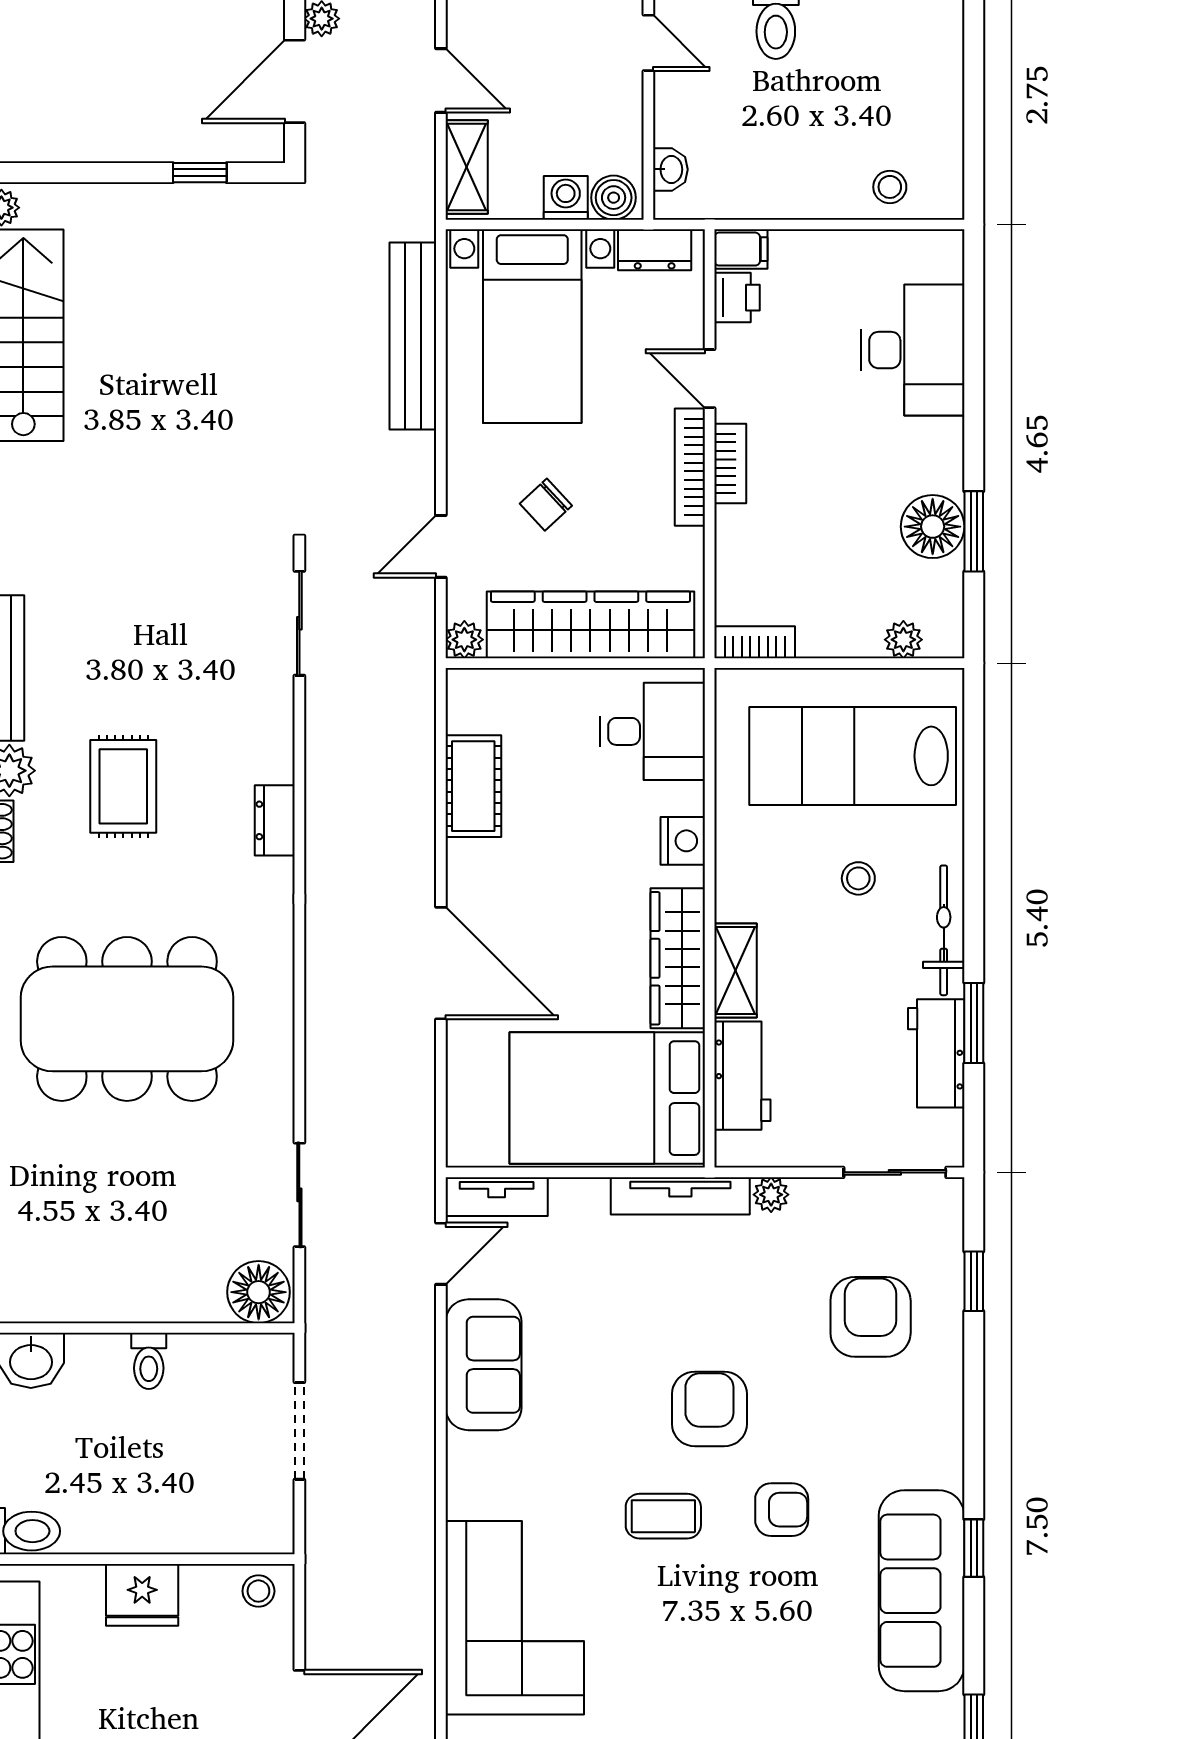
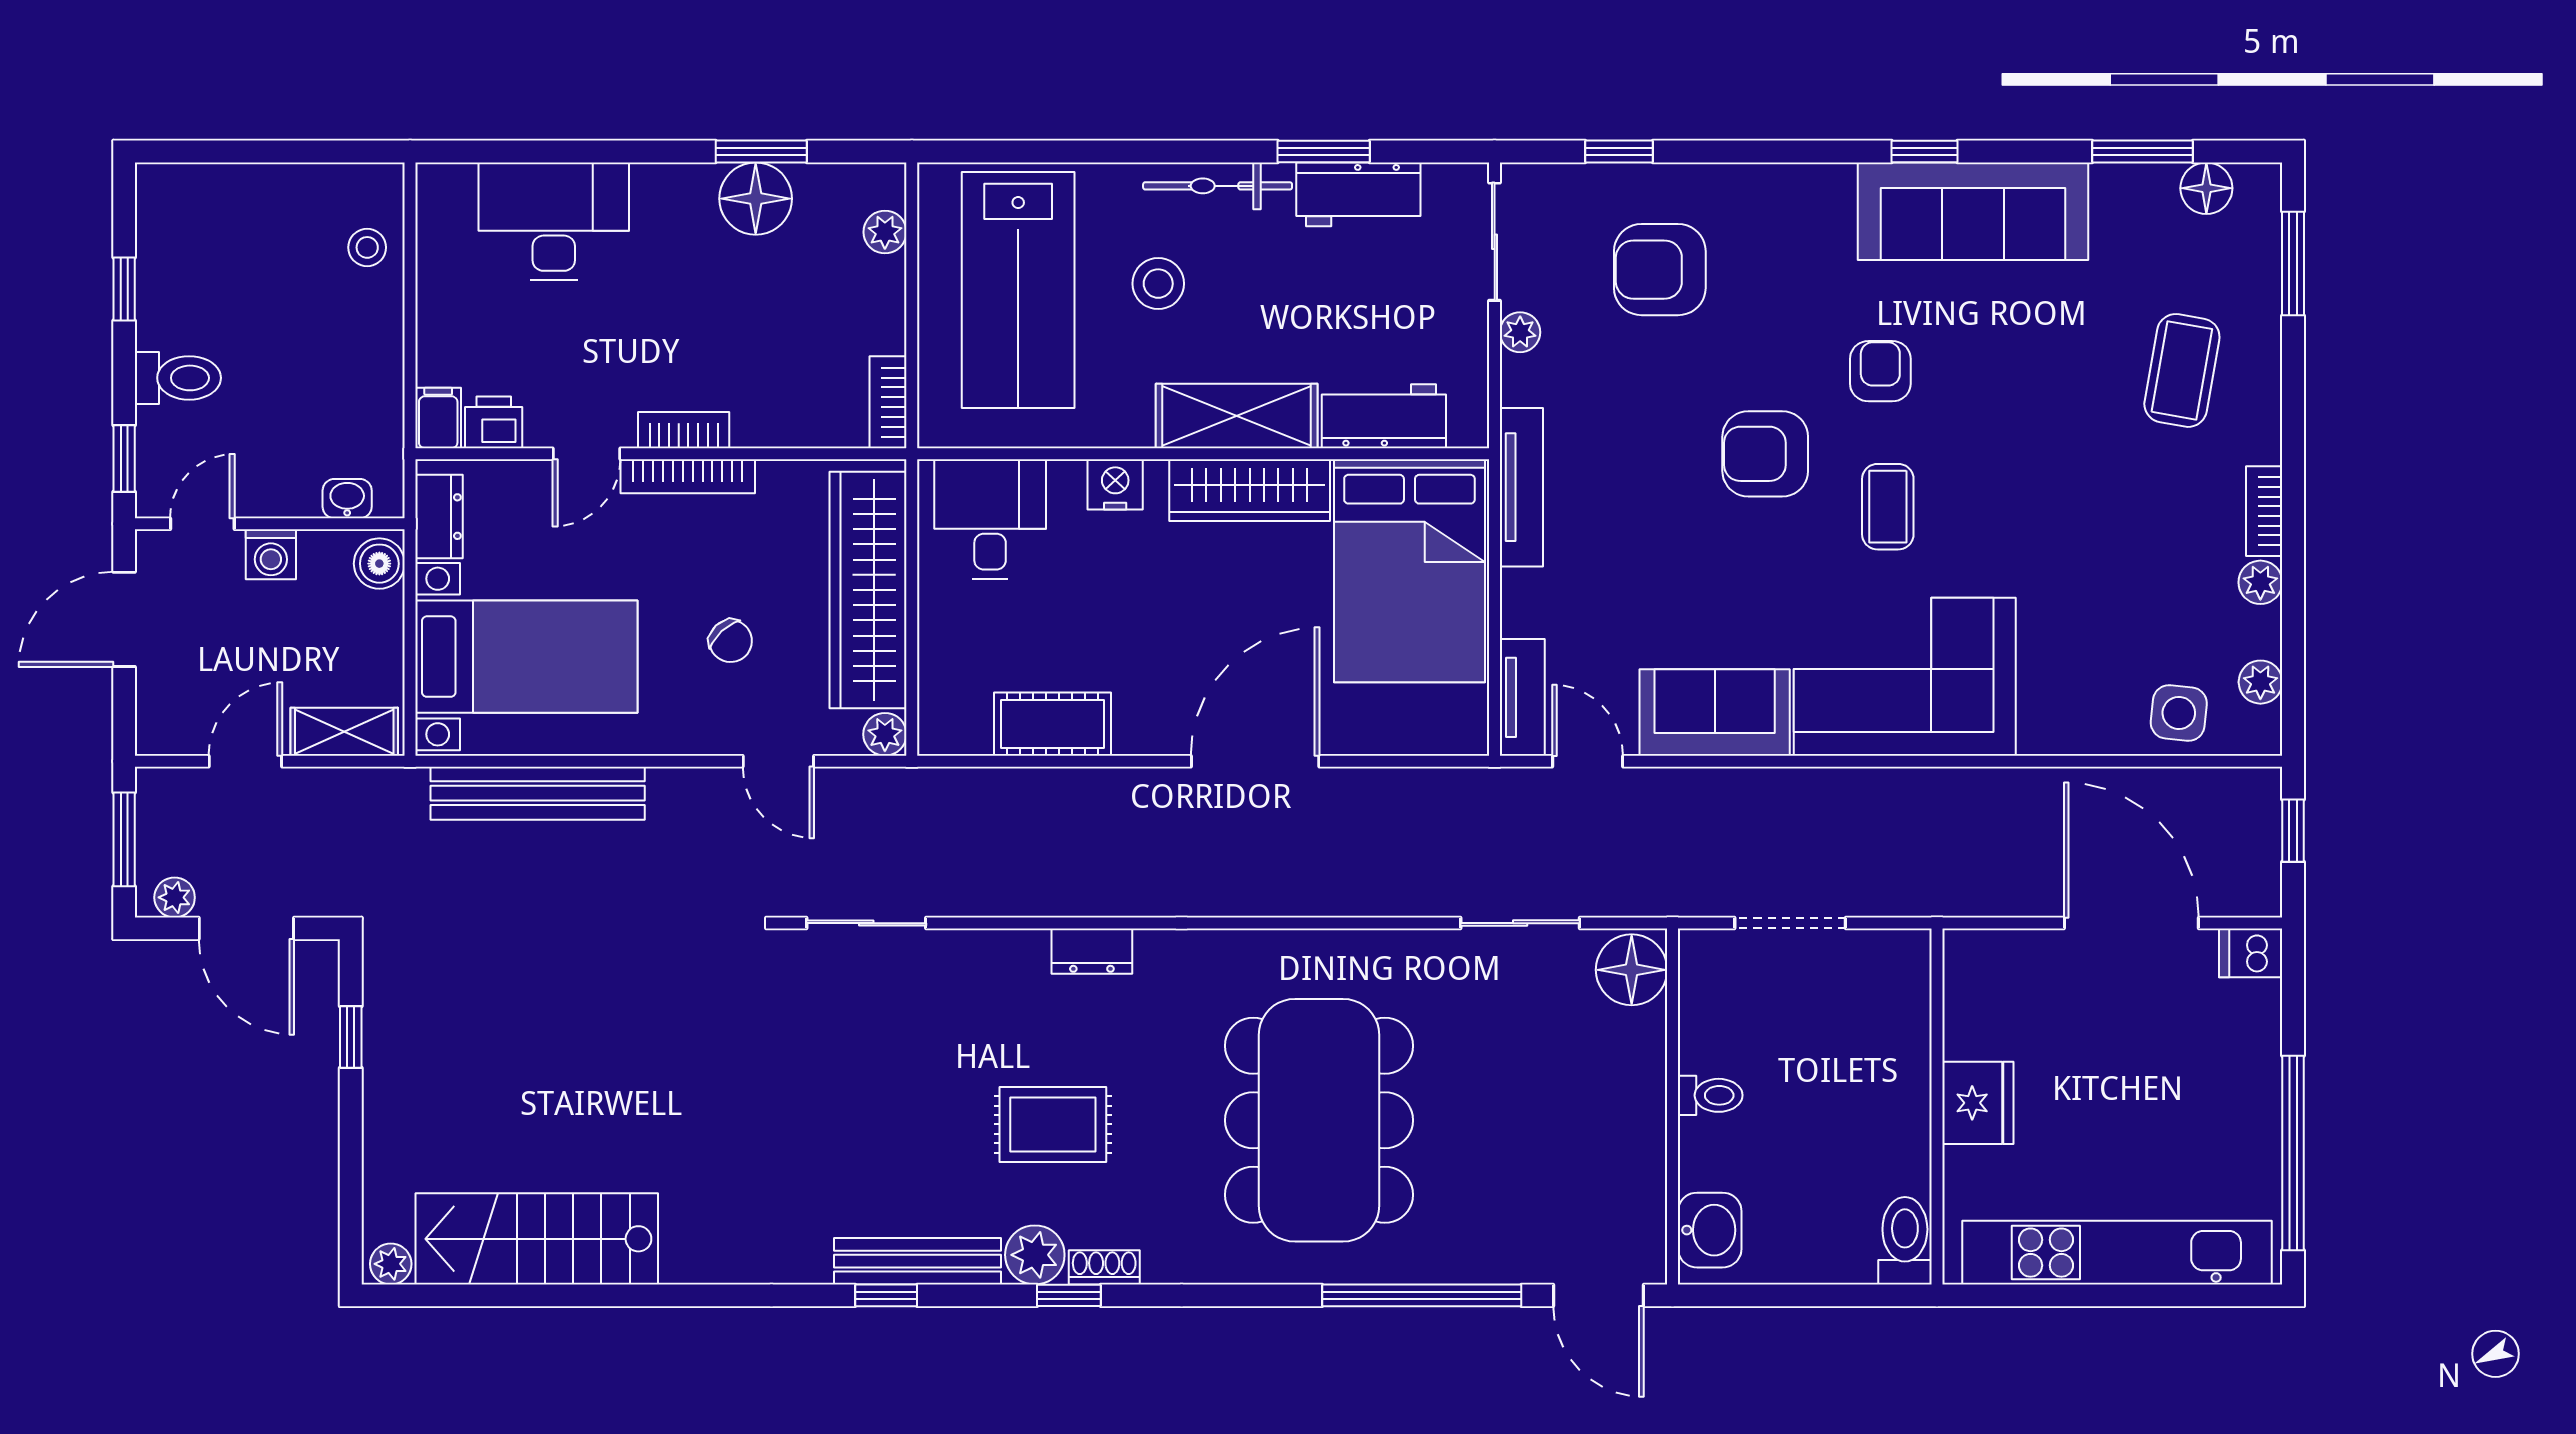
washing machine: (566, 198) -> (271, 554), moved, turned -90
stool: (858, 878) -> (1158, 284), width x1.37, depth x1.37
shelving: (736, 970) -> (1237, 416), width x1.50, depth x1.33
plant: (771, 1195) -> (1520, 332), moved
stool: (258, 1591) -> (1973, 970), removed
corner sofa: (515, 1618) -> (1905, 677), moved

